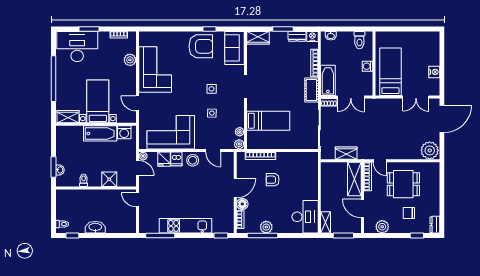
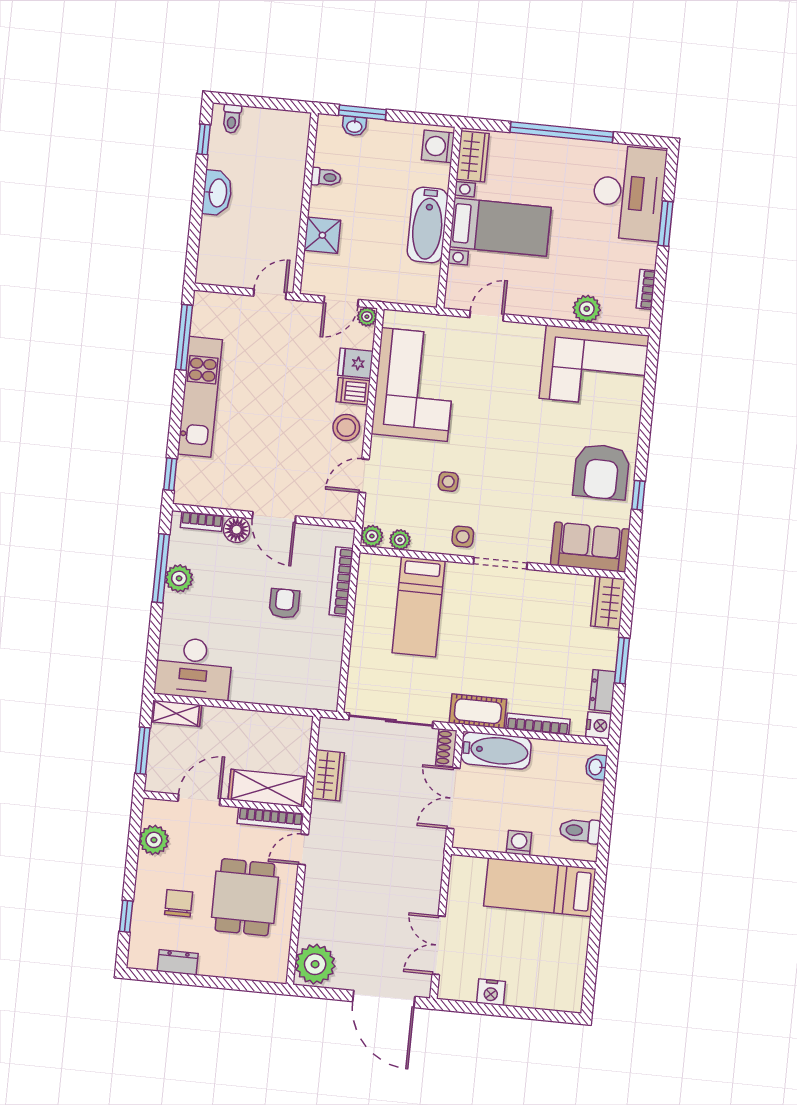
corner sofa: (155, 69) -> (594, 367), moved
bed: (391, 72) -> (540, 887), moved, turned 180
side table: (212, 89) -> (463, 537), moved
washing machine: (124, 132) -> (438, 146), moved
dresser: (435, 225) -> (178, 962), moved

